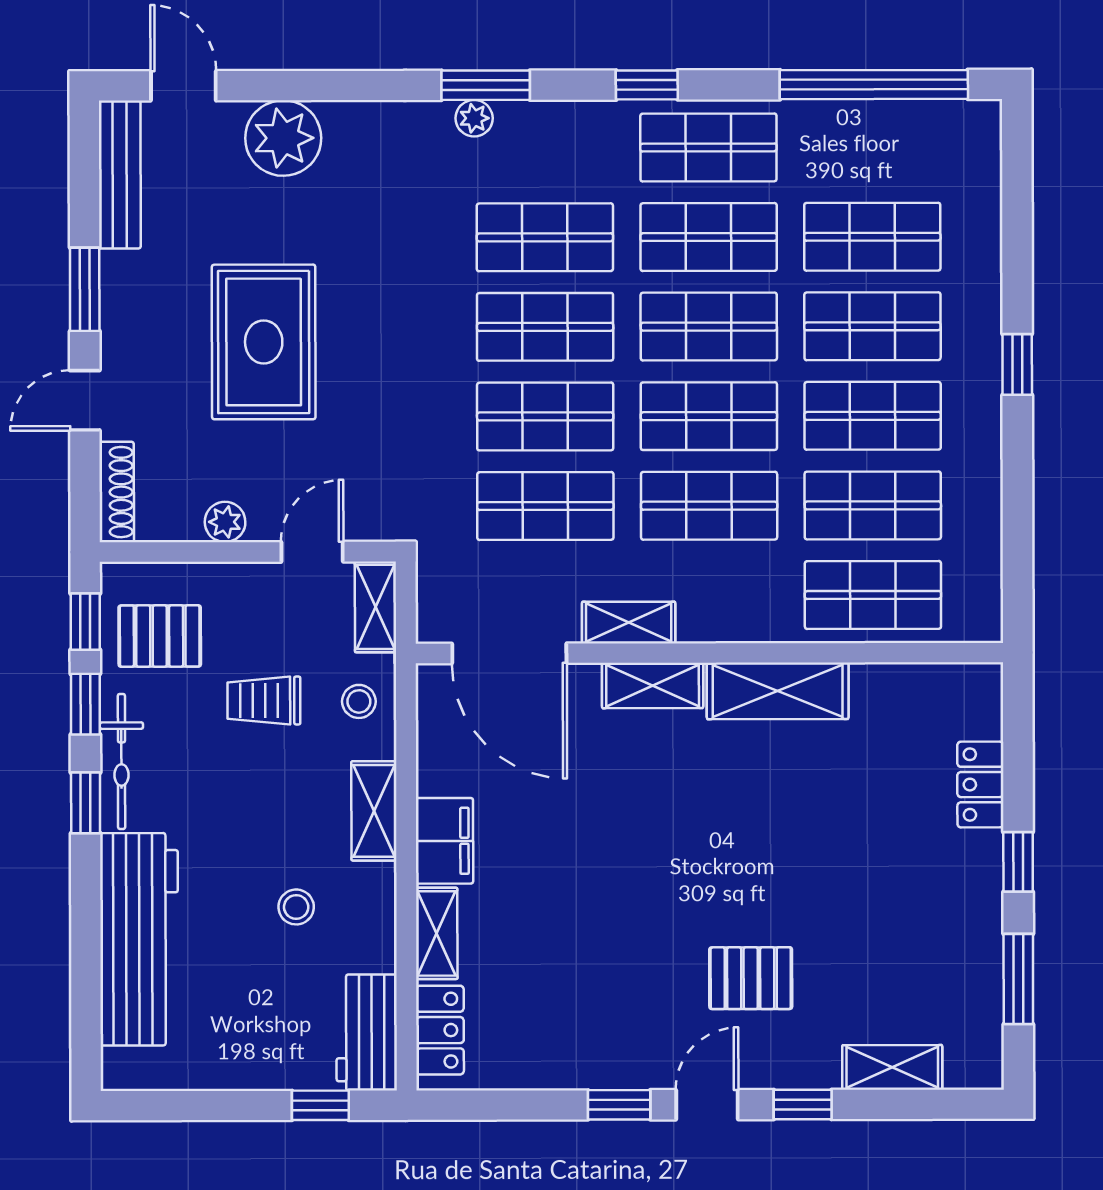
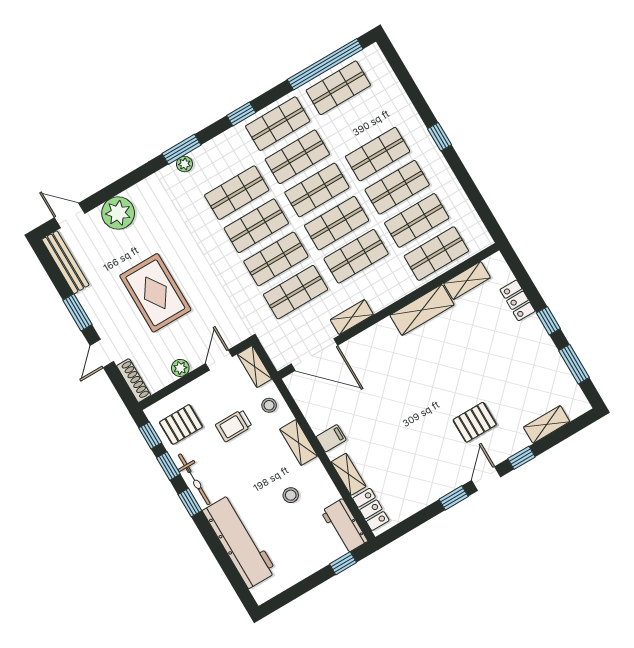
shop shelf: (872, 237) -> (338, 88), moved
shelving: (653, 686) -> (467, 281), moved
filing cabinet: (444, 841) -> (331, 438), width x0.50

